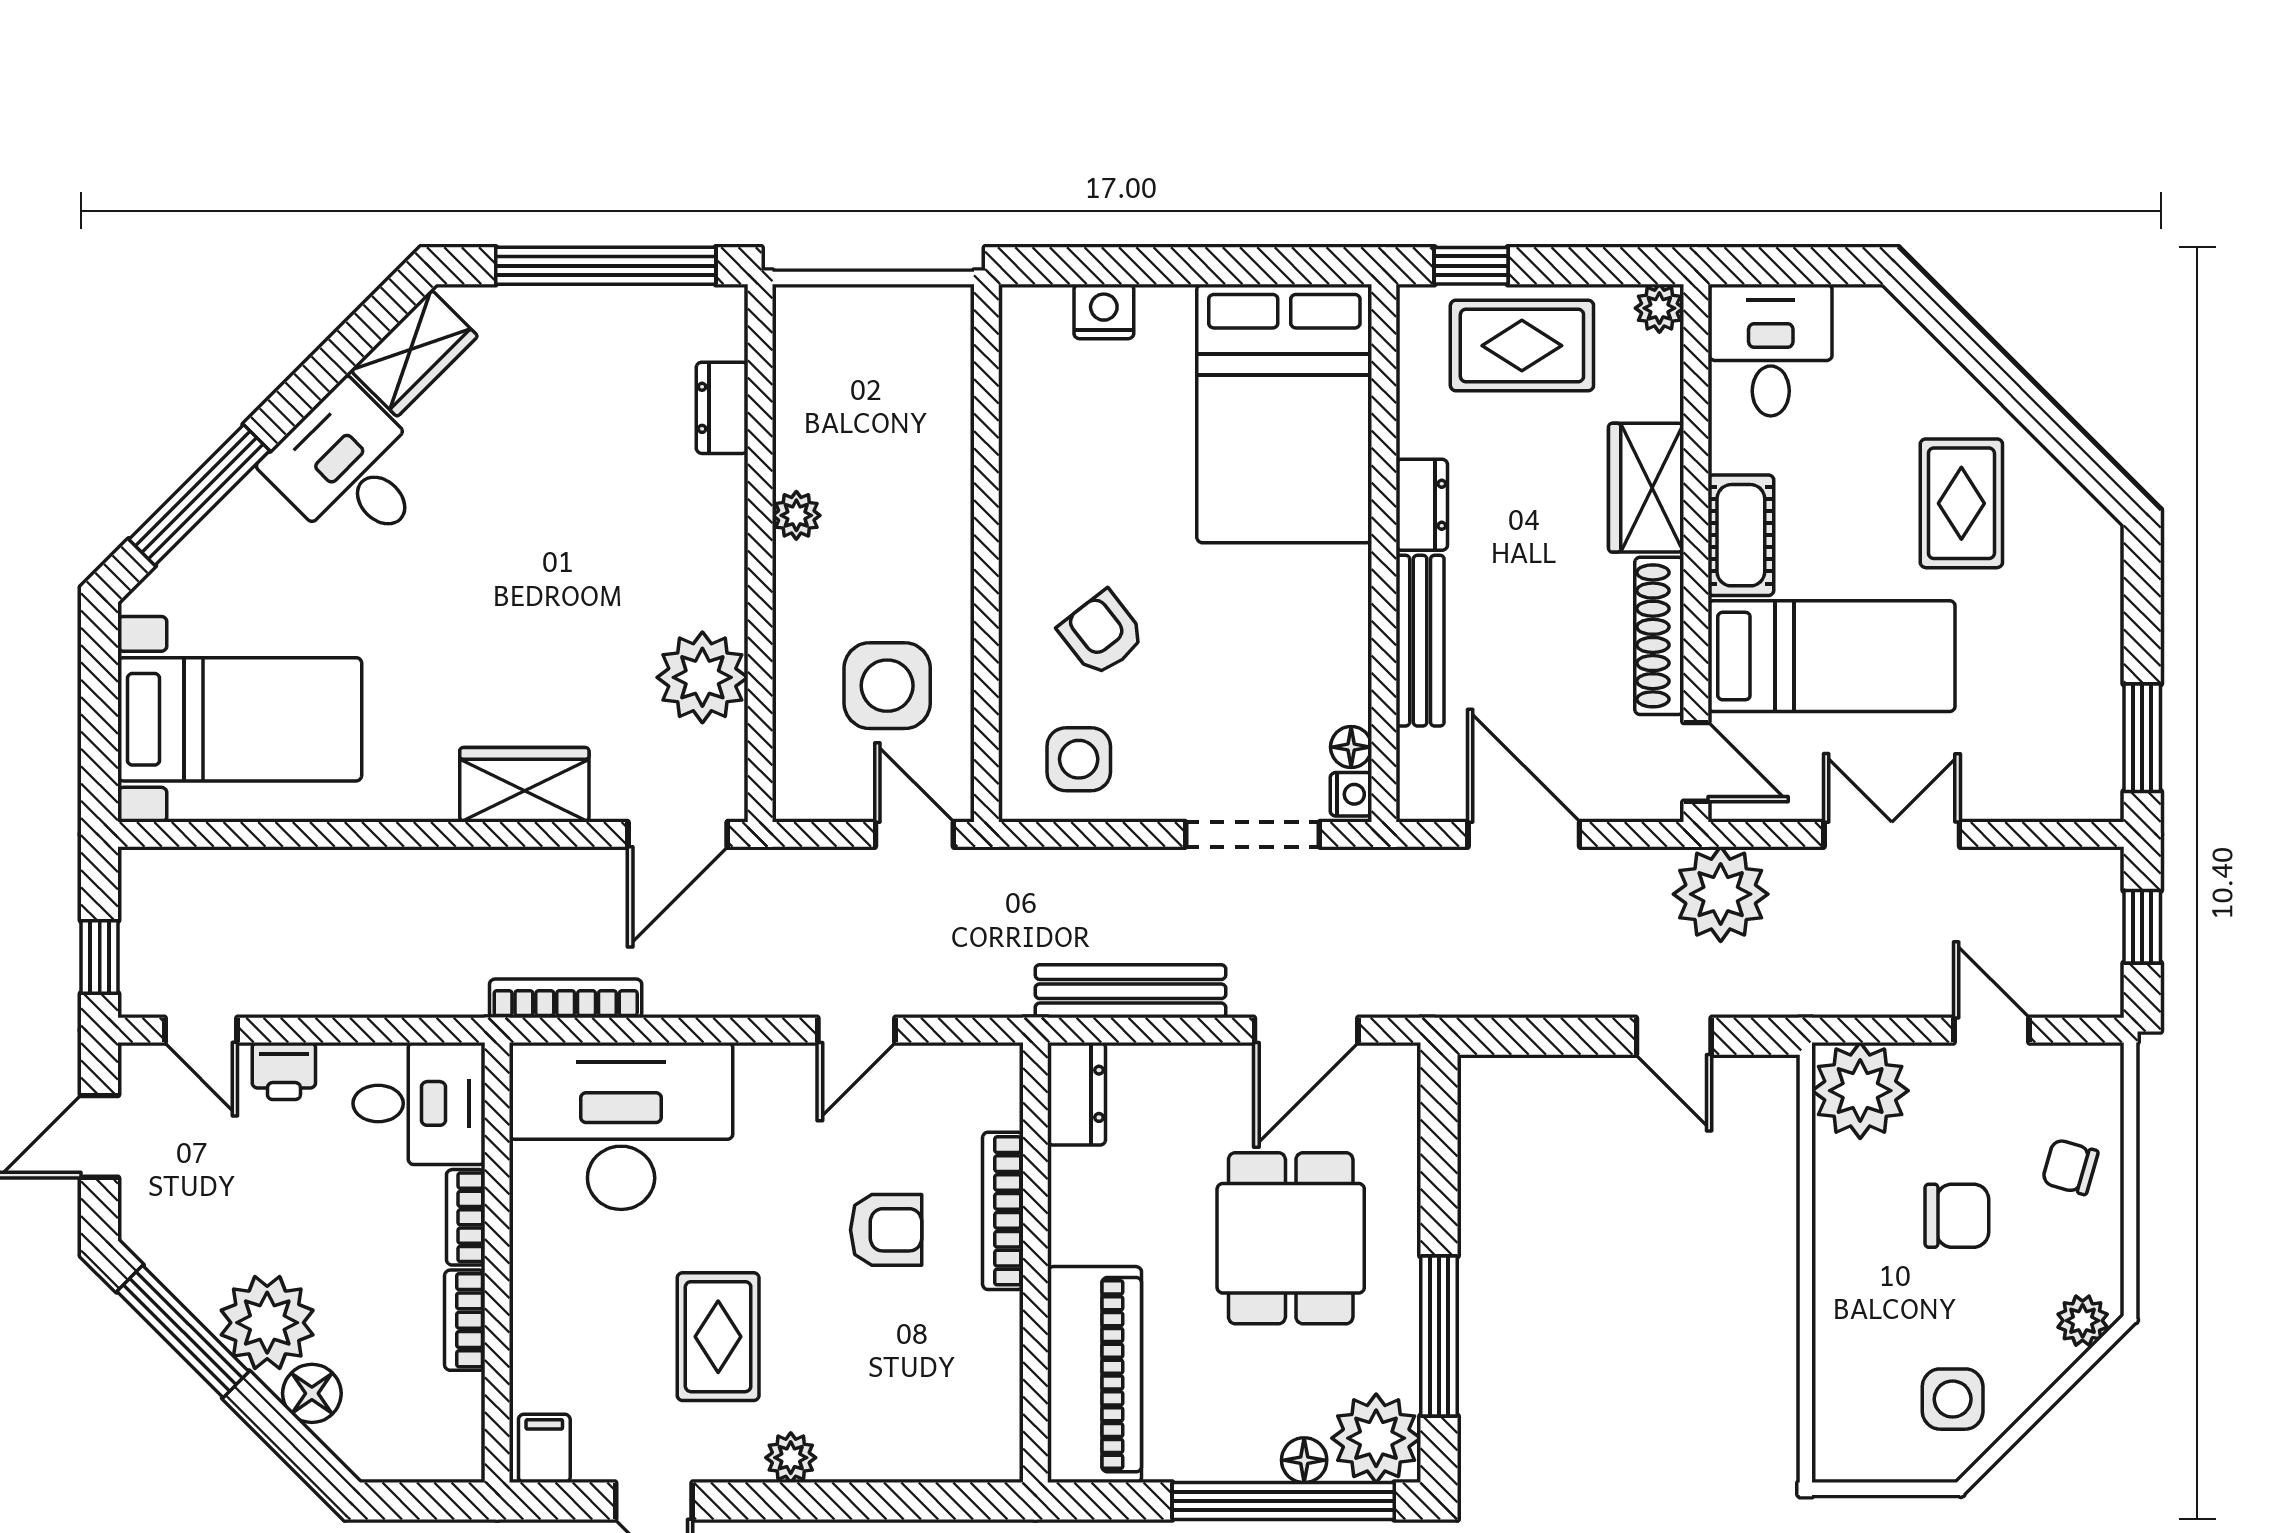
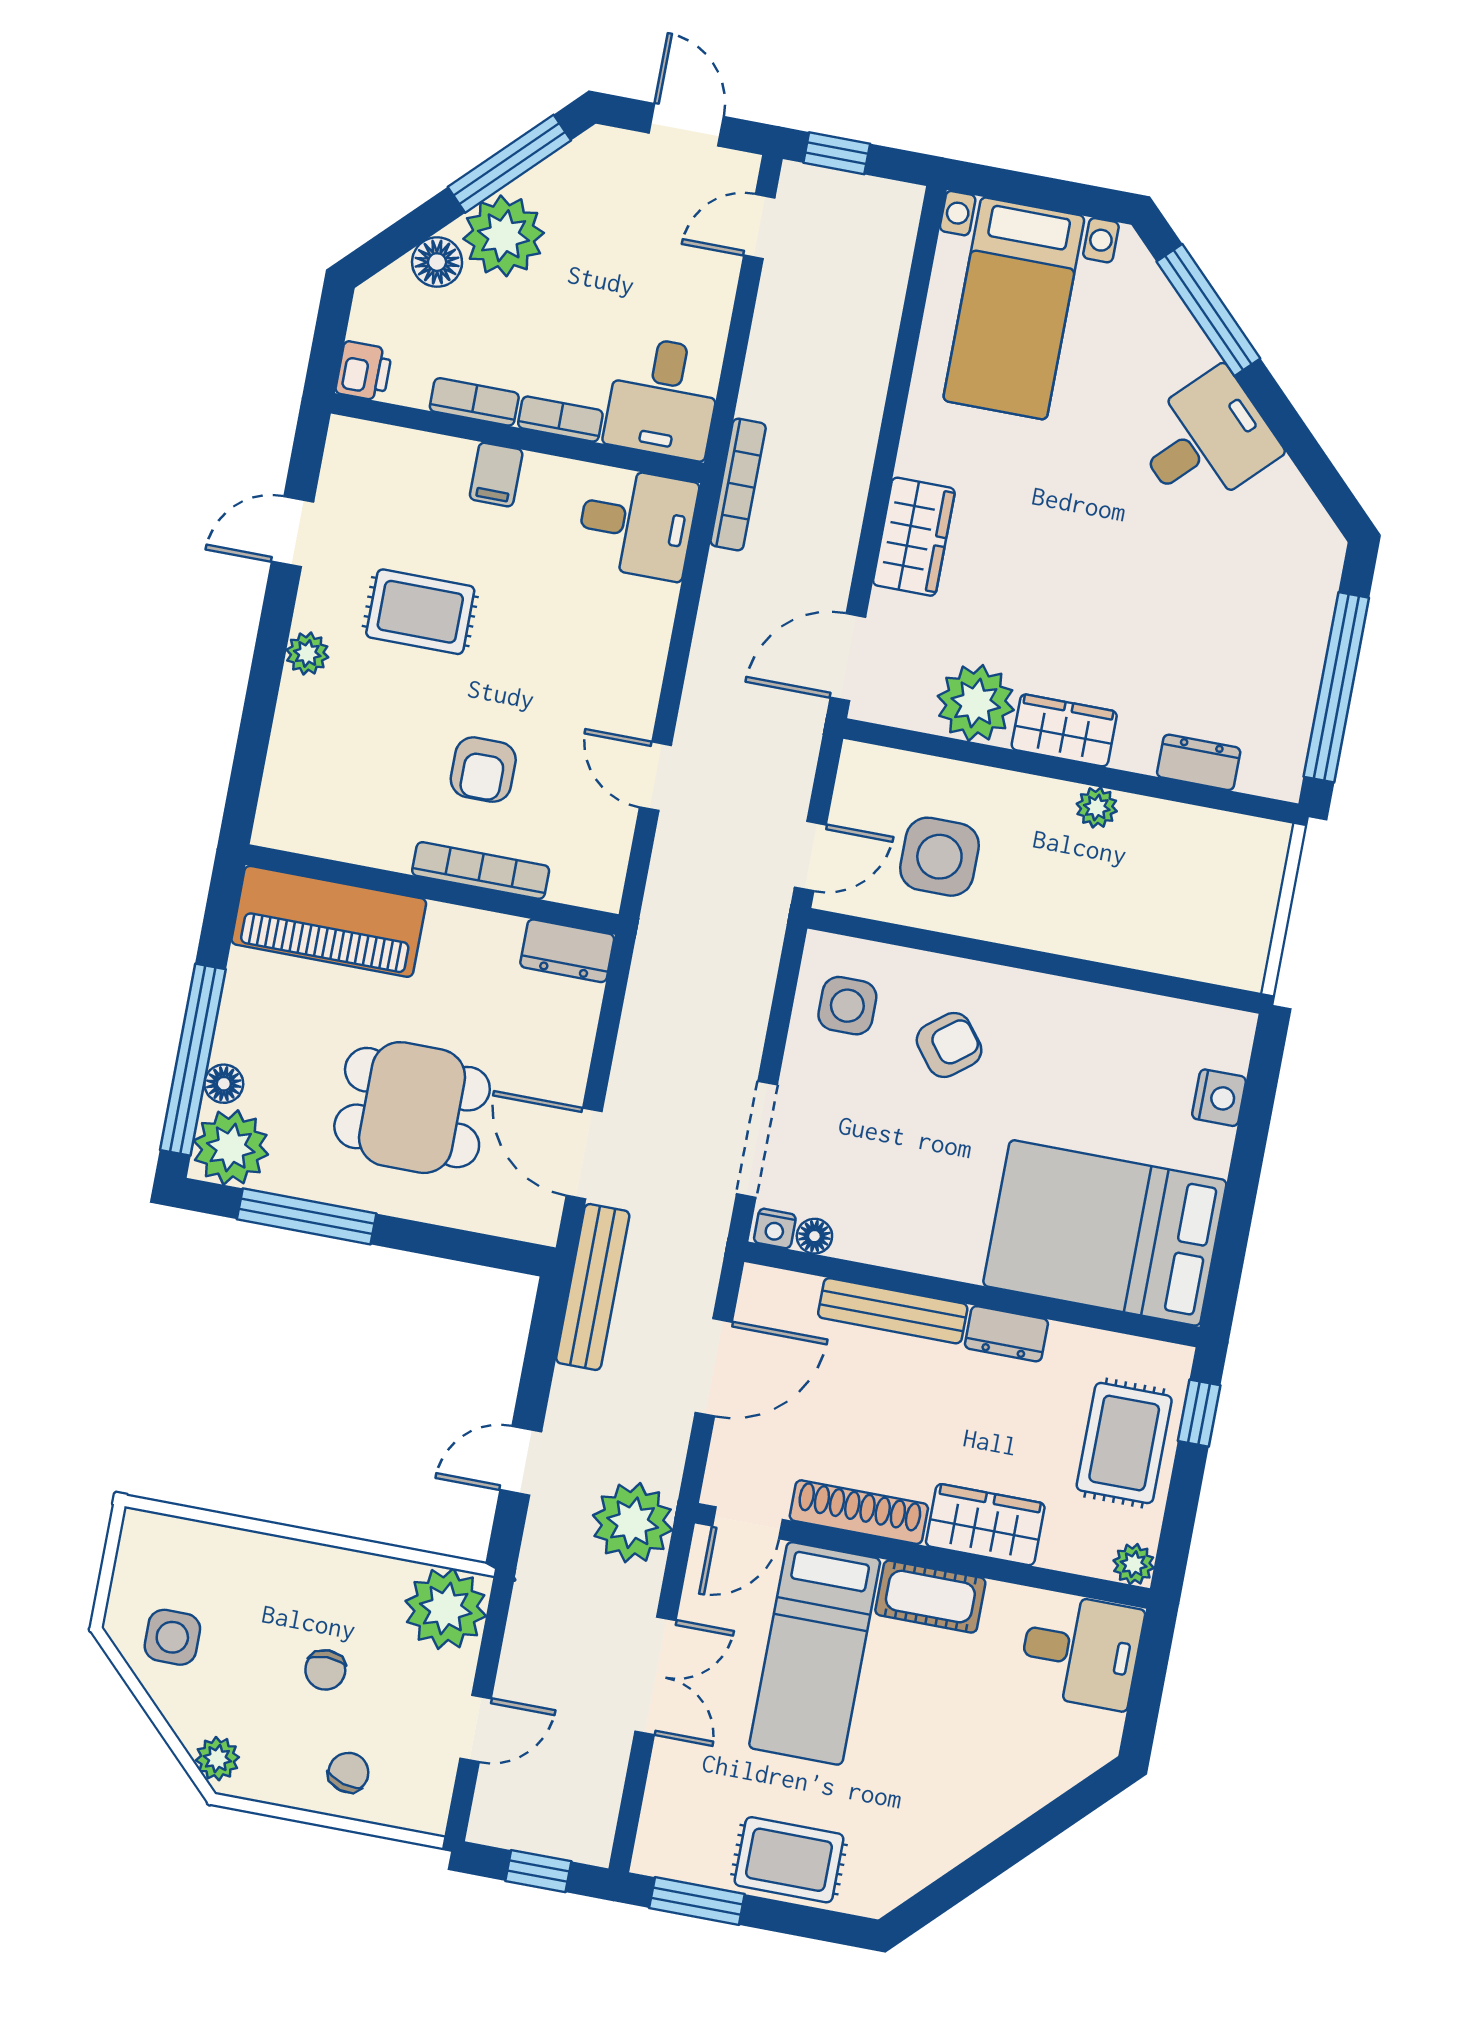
wardrobe: (414, 353) -> (1064, 730), moved, turned 135
rug: (1961, 503) -> (789, 1860), moved
door: (678, 834) -> (848, 657), hinge flipped
bench: (1130, 991) -> (593, 1287), moved
bookcase: (566, 998) -> (738, 484), moved
printer: (284, 1071) -> (364, 371), moved, turned 180
desk: (621, 1126) -> (637, 523), width x0.53, depth x0.77
chair: (1957, 1216) -> (325, 1670), width x0.73, depth x0.73
filing cabinet: (544, 1448) -> (496, 475), moved, turned 90

